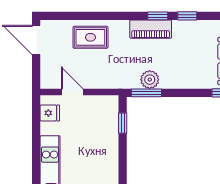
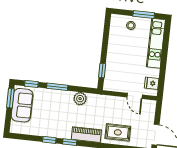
piano: (151, 29) -> (86, 135), moved
window: (146, 93) -> (57, 87), moved

